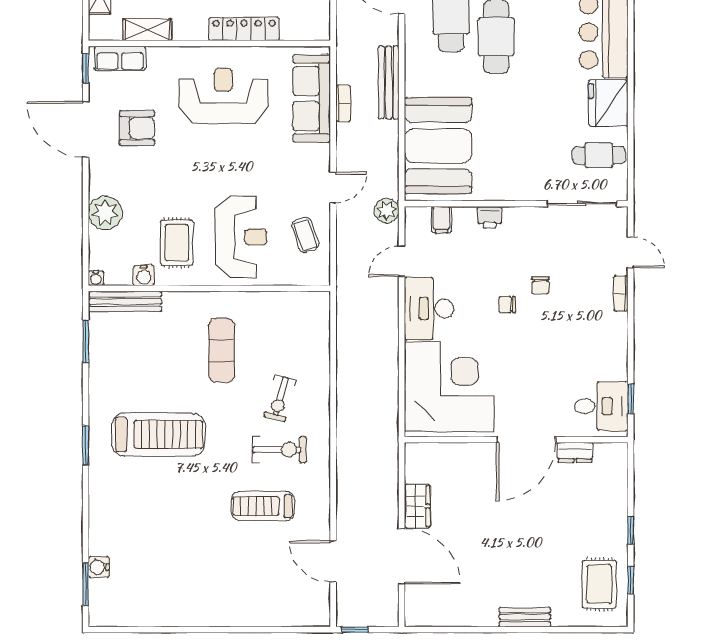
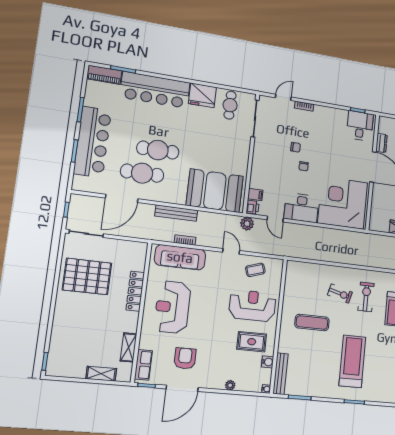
plant: (105, 213) -> (230, 385), width x0.53, depth x0.53
printer: (490, 217) -> (253, 207), moved

